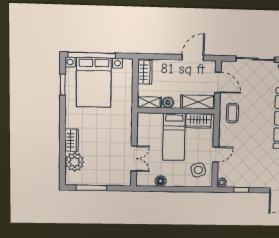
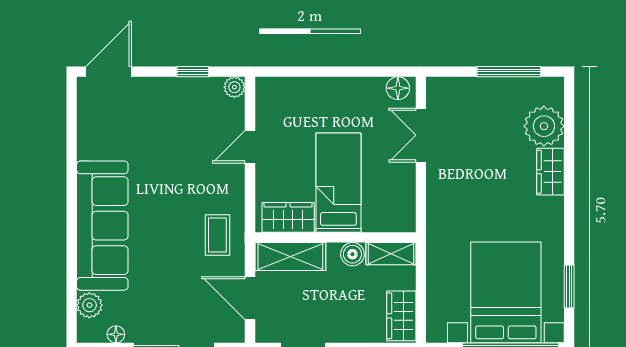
side table: (198, 170) -> (285, 113), removed
floor lamp: (161, 181) -> (398, 88), moved

